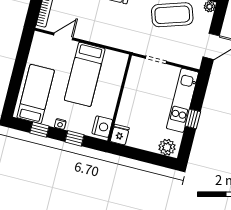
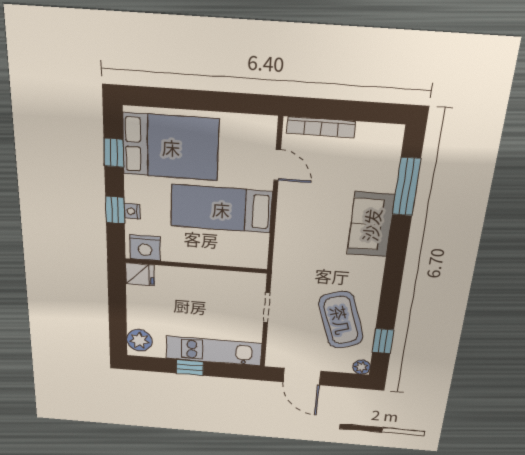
bed: (36, 94) -> (171, 147), width x1.50
nightstand: (60, 124) -> (132, 211), moved

